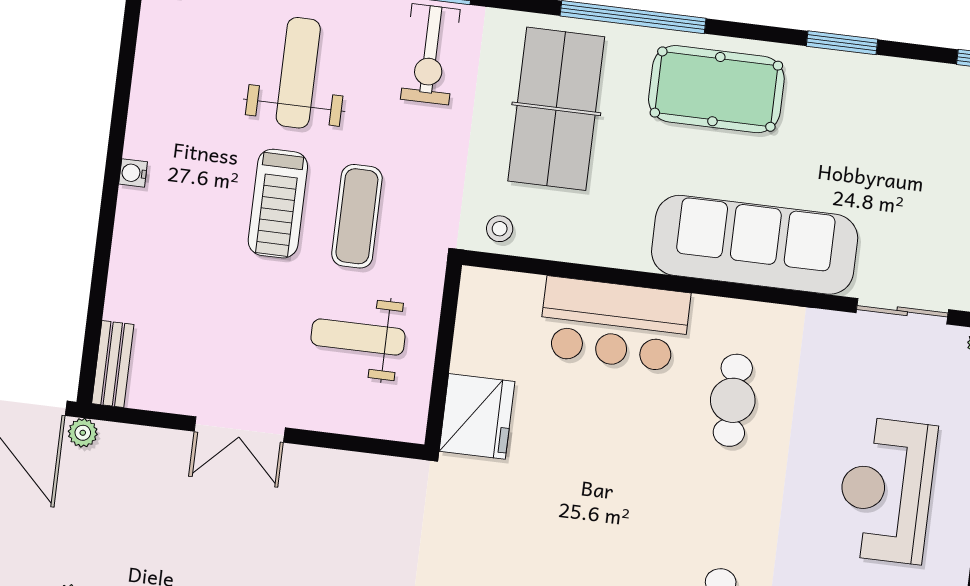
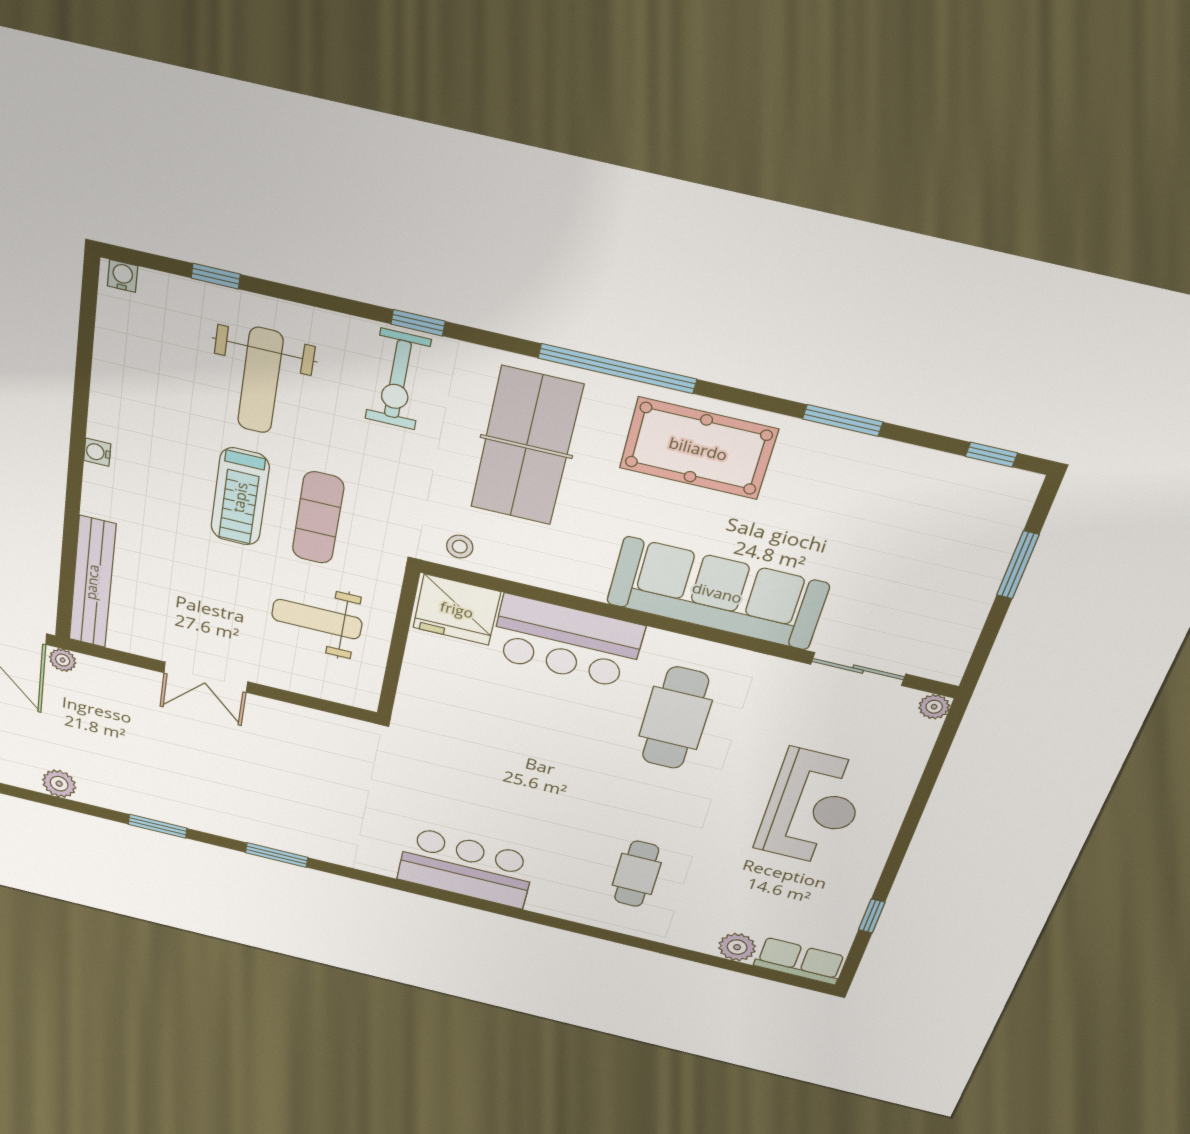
weight bench: (298, 73) -> (260, 381), turned 180
bench: (113, 364) -> (92, 582), width x1.86, depth x1.21
cafe table: (733, 400) -> (675, 718), width x1.37, depth x1.35
fridge: (477, 416) -> (457, 610), moved, turned 90
reception desk: (886, 490) -> (812, 808), turned 180

